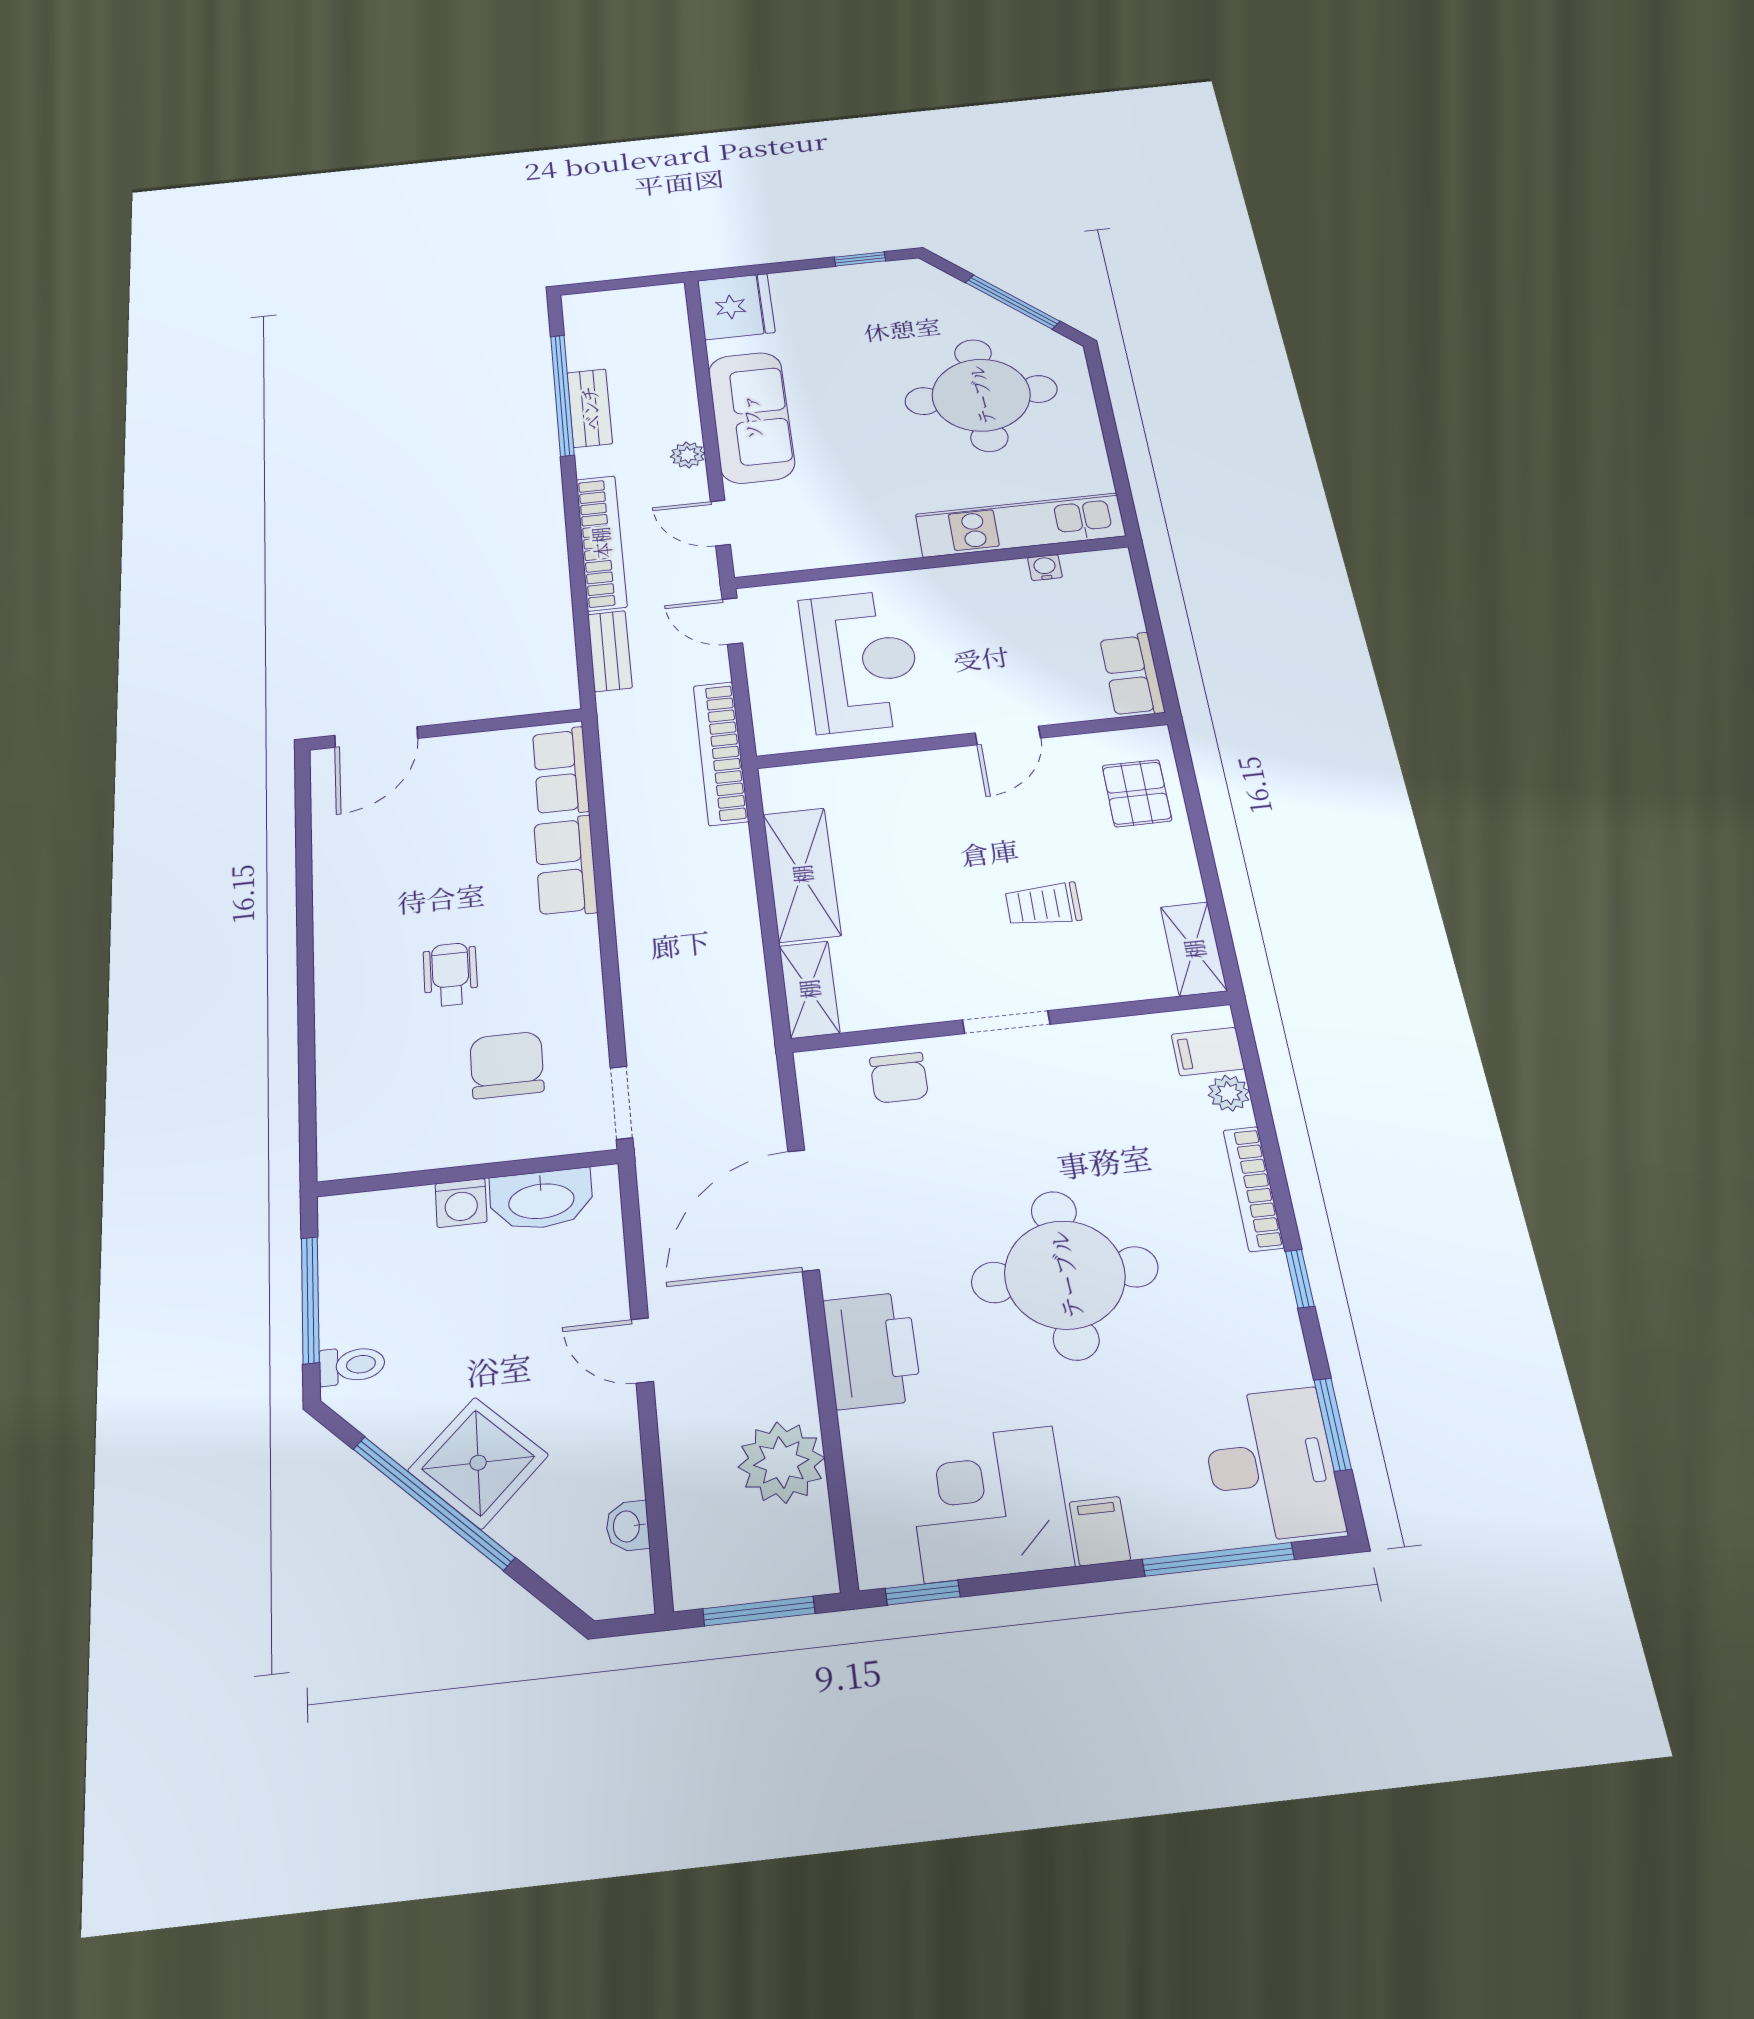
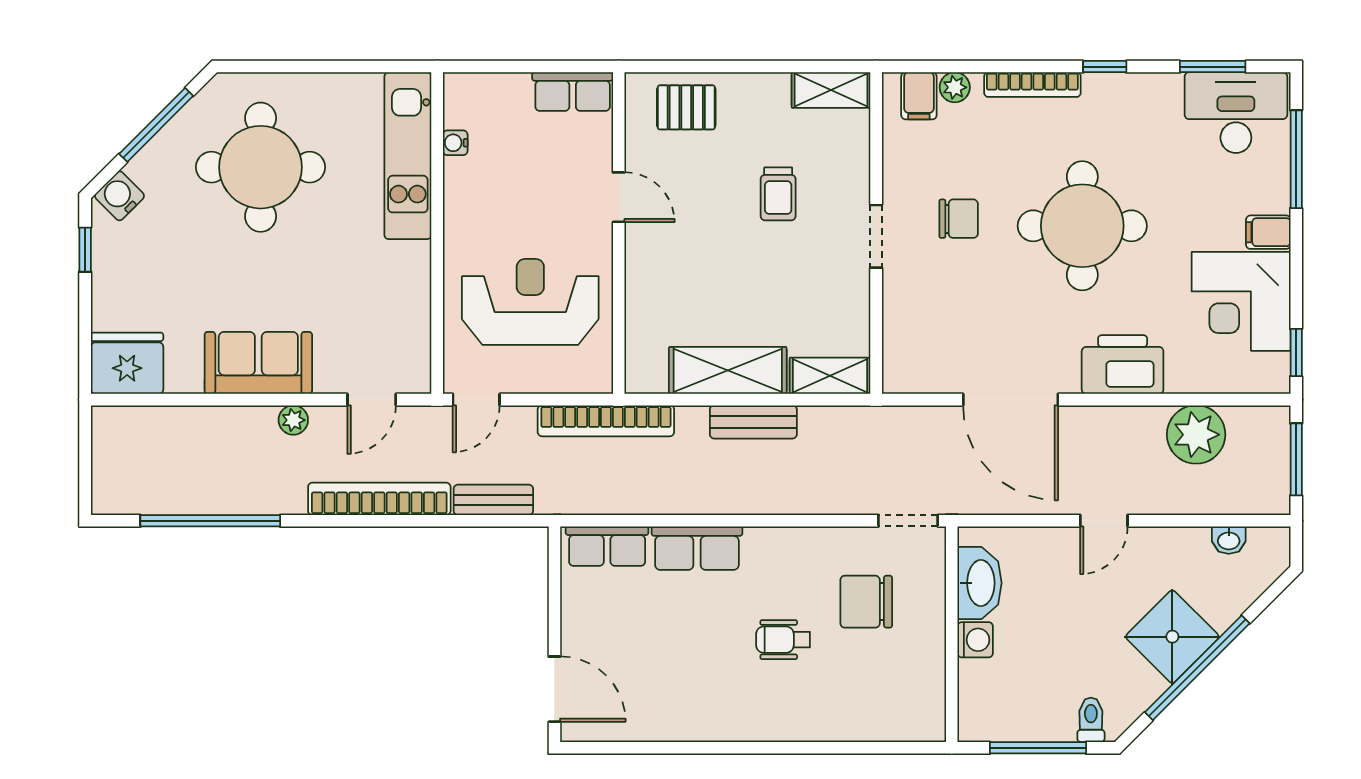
water cooler: (926, 280) -> (120, 196), added
bench: (590, 408) -> (753, 422), moved
sofa: (751, 417) -> (258, 363), width x0.73
chair: (899, 1078) -> (959, 219), moved

